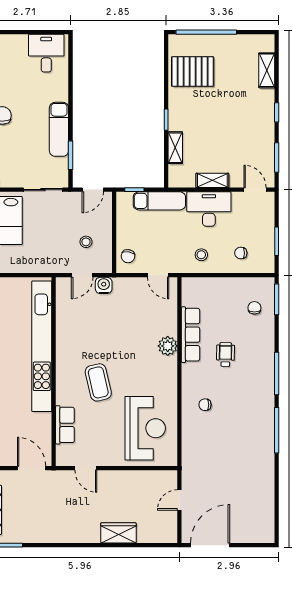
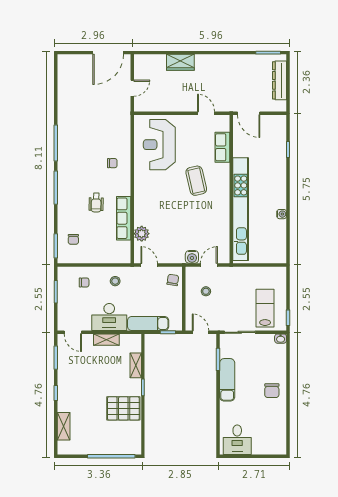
pallet: (193, 71) -> (123, 408), moved
door: (93, 190) -> (201, 332), hinge flipped
plant: (168, 346) -> (142, 234), moved

